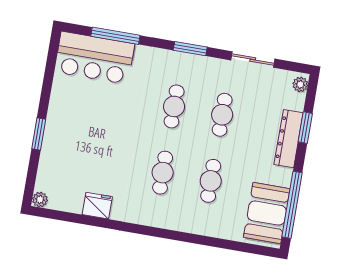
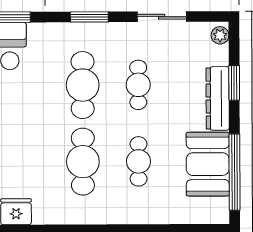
cafe table: (174, 106) -> (83, 85), width x1.37, depth x1.35
cafe table: (163, 173) -> (83, 162), width x1.37, depth x1.35
booth: (267, 213) -> (208, 164), moved

